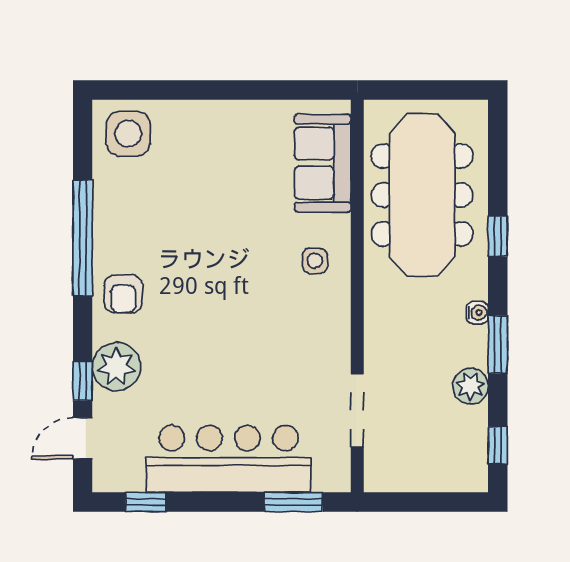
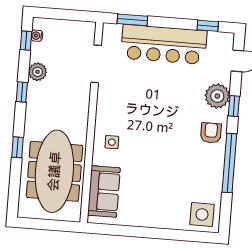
water cooler: (477, 313) -> (37, 36), moved
window: (498, 345) -> (22, 92), width x0.67
window: (83, 381) -> (234, 106), moved

